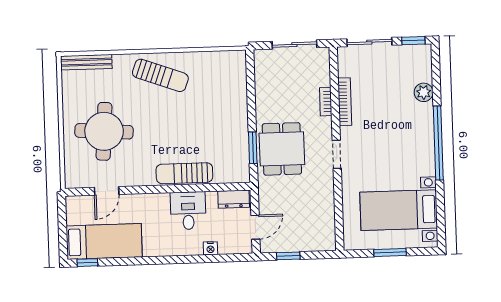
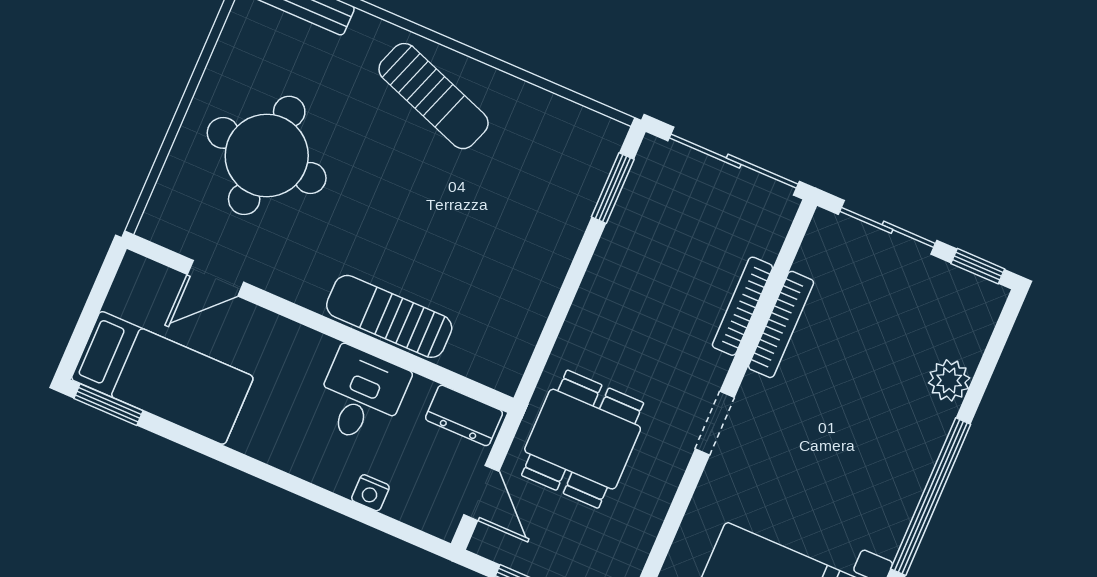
sliding door: (294, 45) -> (734, 161), width x1.37
bookcase: (326, 102) -> (742, 306), width x1.56
window: (253, 148) -> (613, 188), moved
dining table: (282, 149) -> (583, 439), moved
door: (255, 227) -> (481, 493), hinge flipped
window: (87, 263) -> (108, 405), width x1.50

